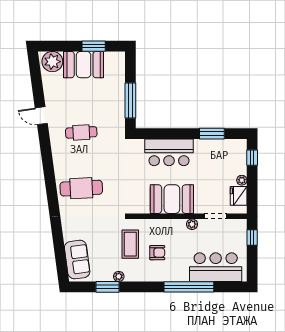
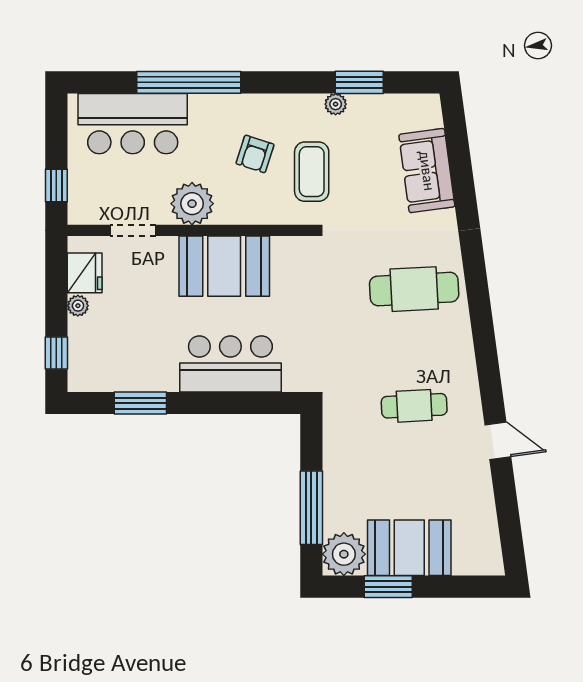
plant: (52, 62) -> (344, 554), moved
window: (130, 101) -> (311, 508), moved
plant: (192, 224) -> (192, 204), width x1.88, depth x1.88
armchair: (157, 253) -> (255, 154), turned -72
sofa: (77, 260) -> (427, 171), moved

